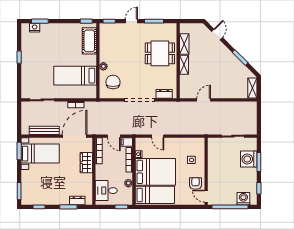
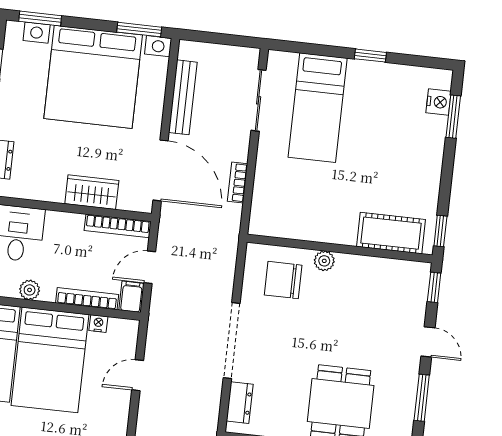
bed: (75, 76) -> (318, 108), moved, turned 180
chair: (113, 82) -> (283, 280), turned 180
bed with nightstands: (40, 154) -> (93, 77), width x1.85

